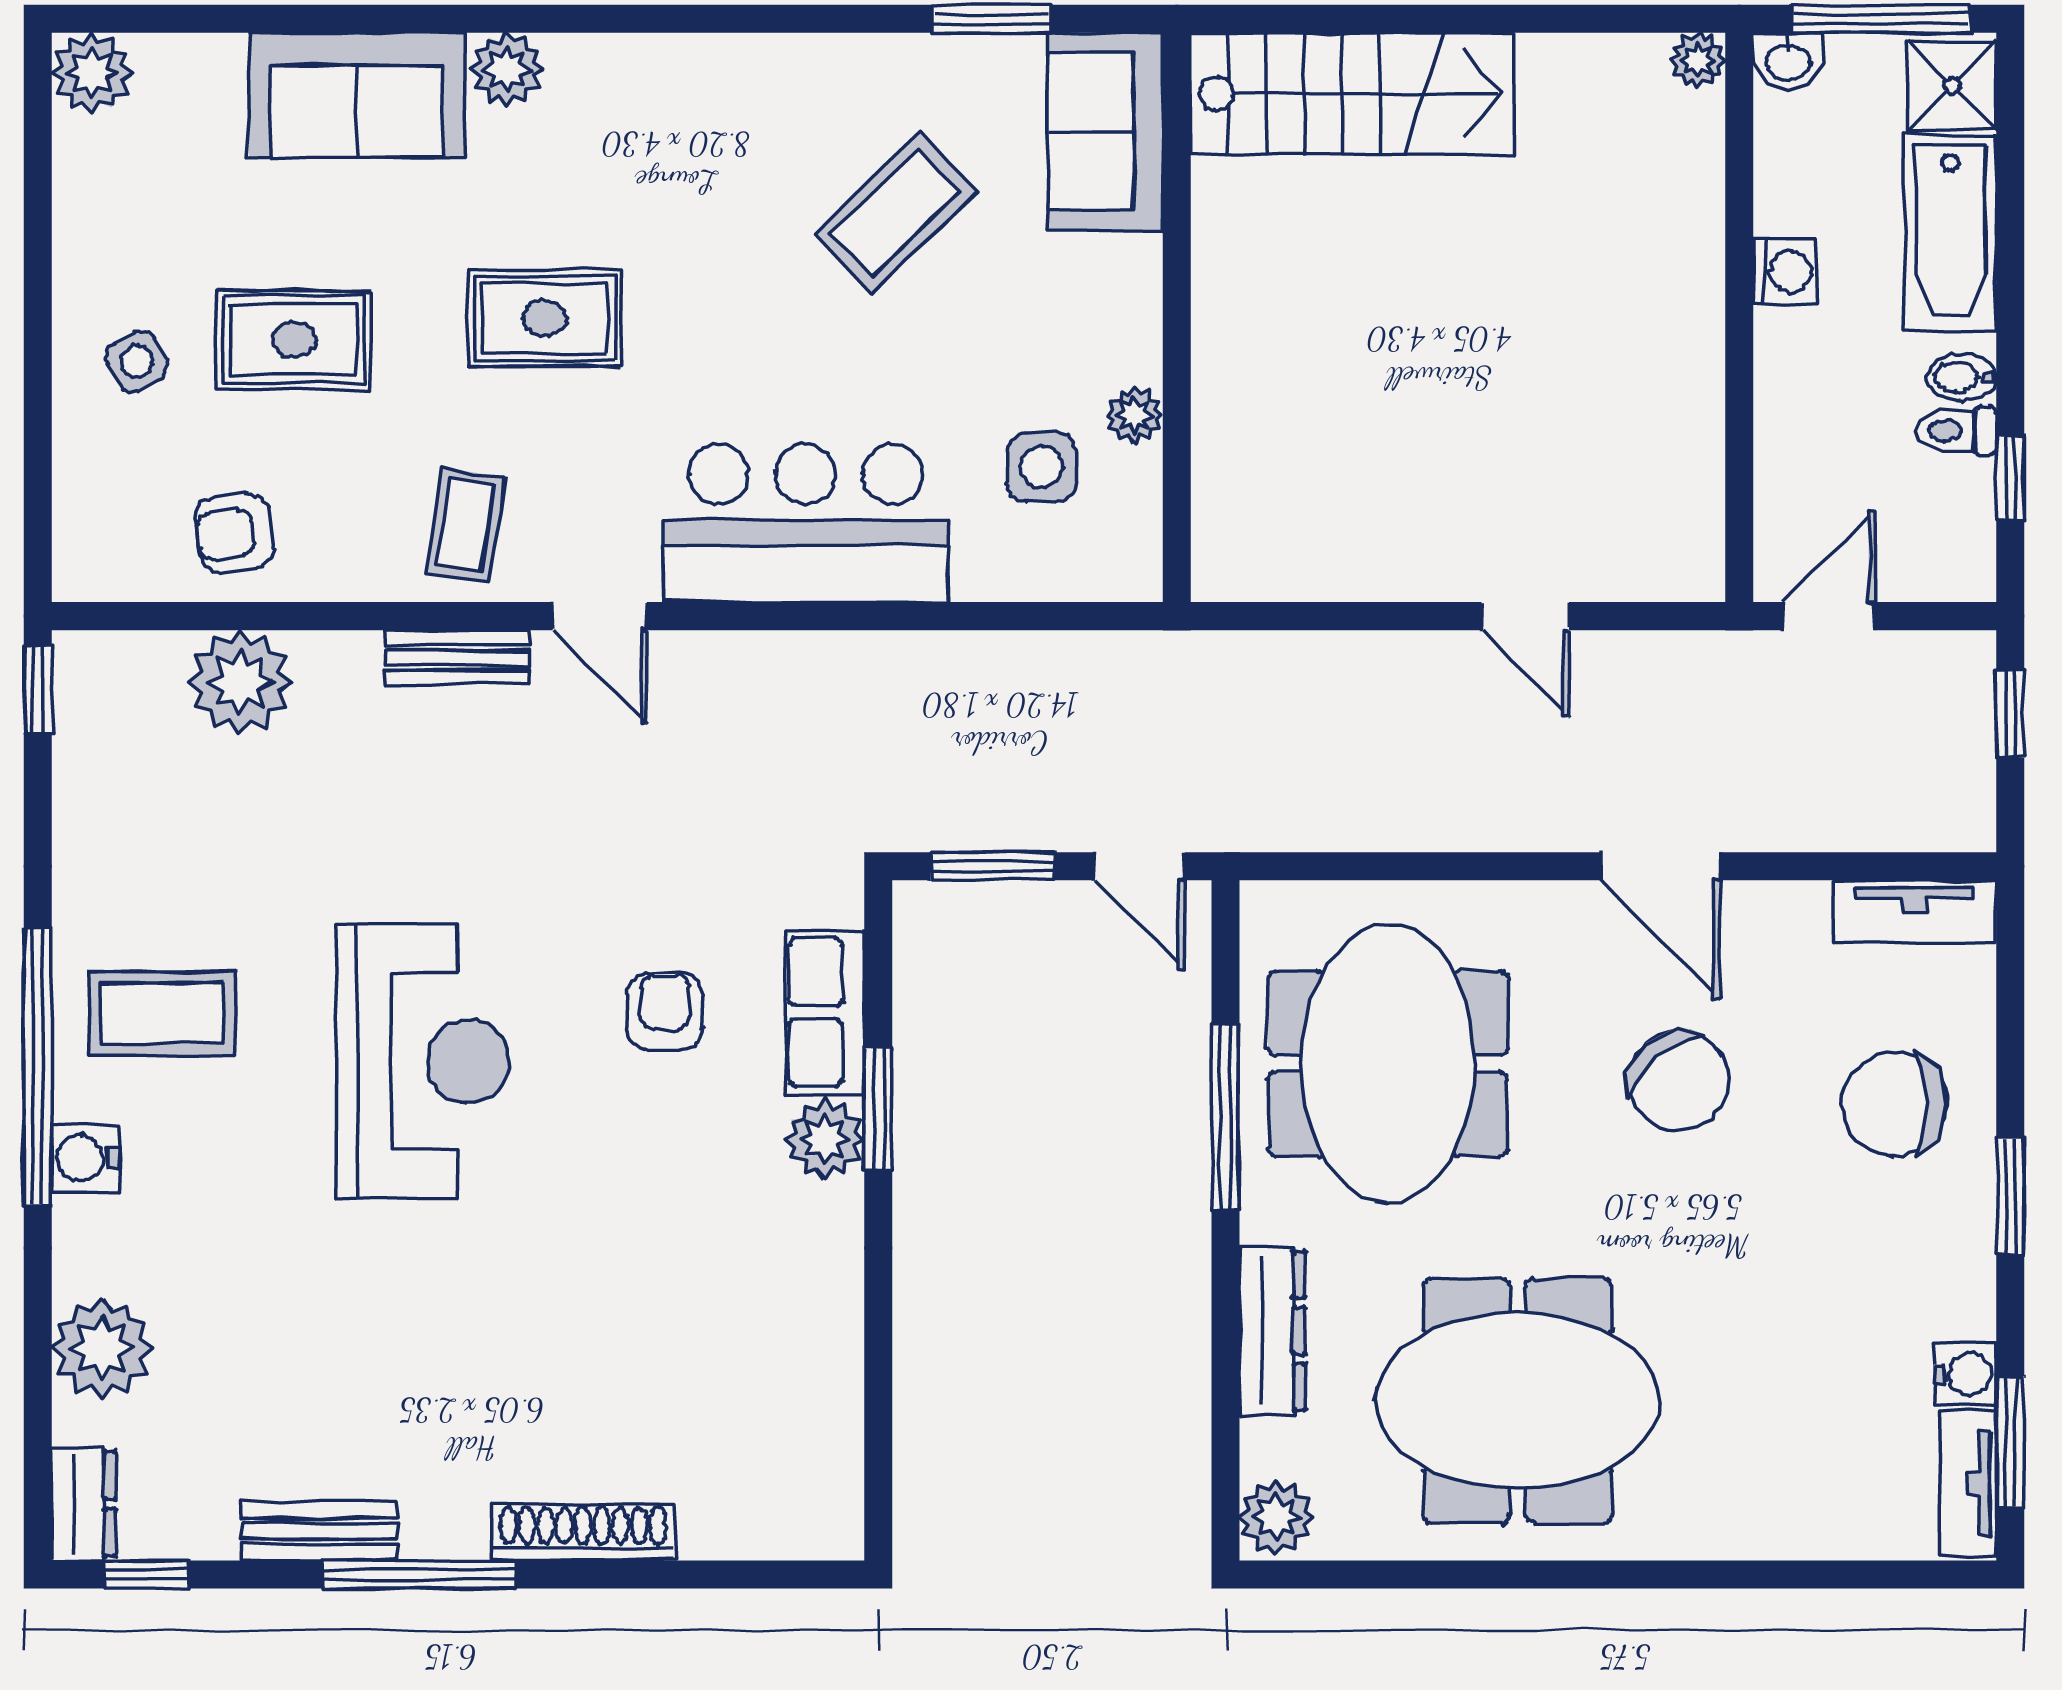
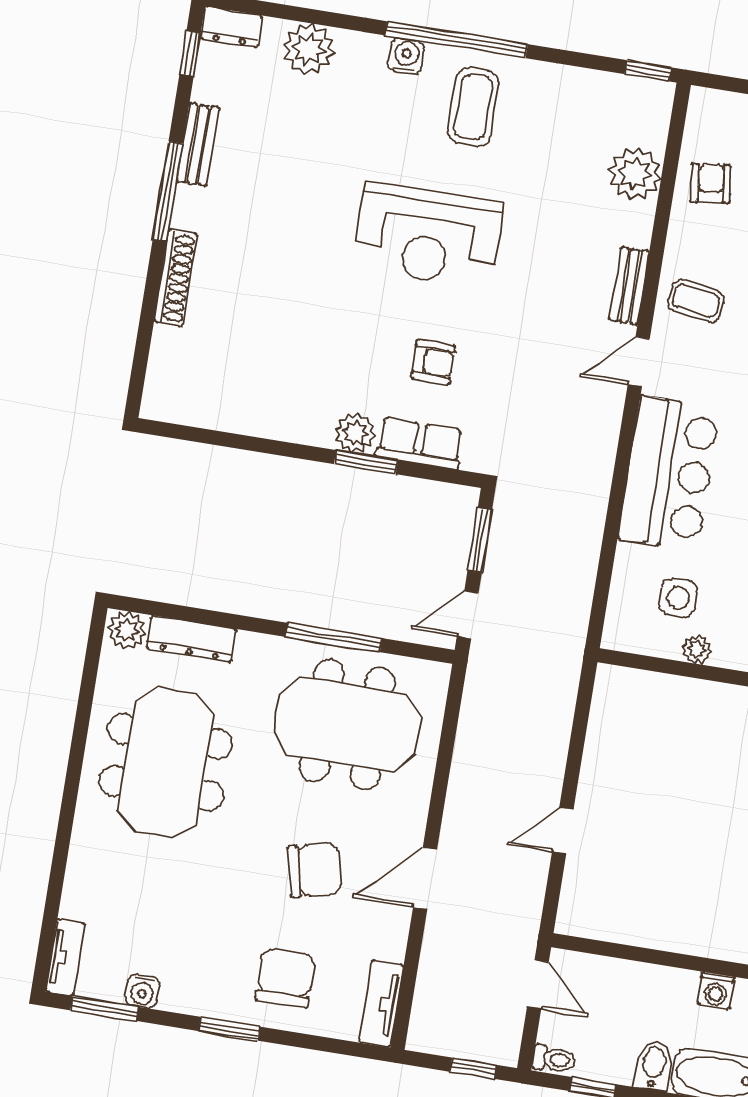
bidet: (1962, 377) -> (654, 1066), width x1.38, depth x1.36
toilet: (1956, 431) -> (554, 1059), moved, turned 90
chair: (1679, 1081) -> (315, 870), turned -153
dresser: (1272, 1331) -> (191, 639), moved
tv unit: (1969, 1484) -> (65, 957), moved, turned 90

